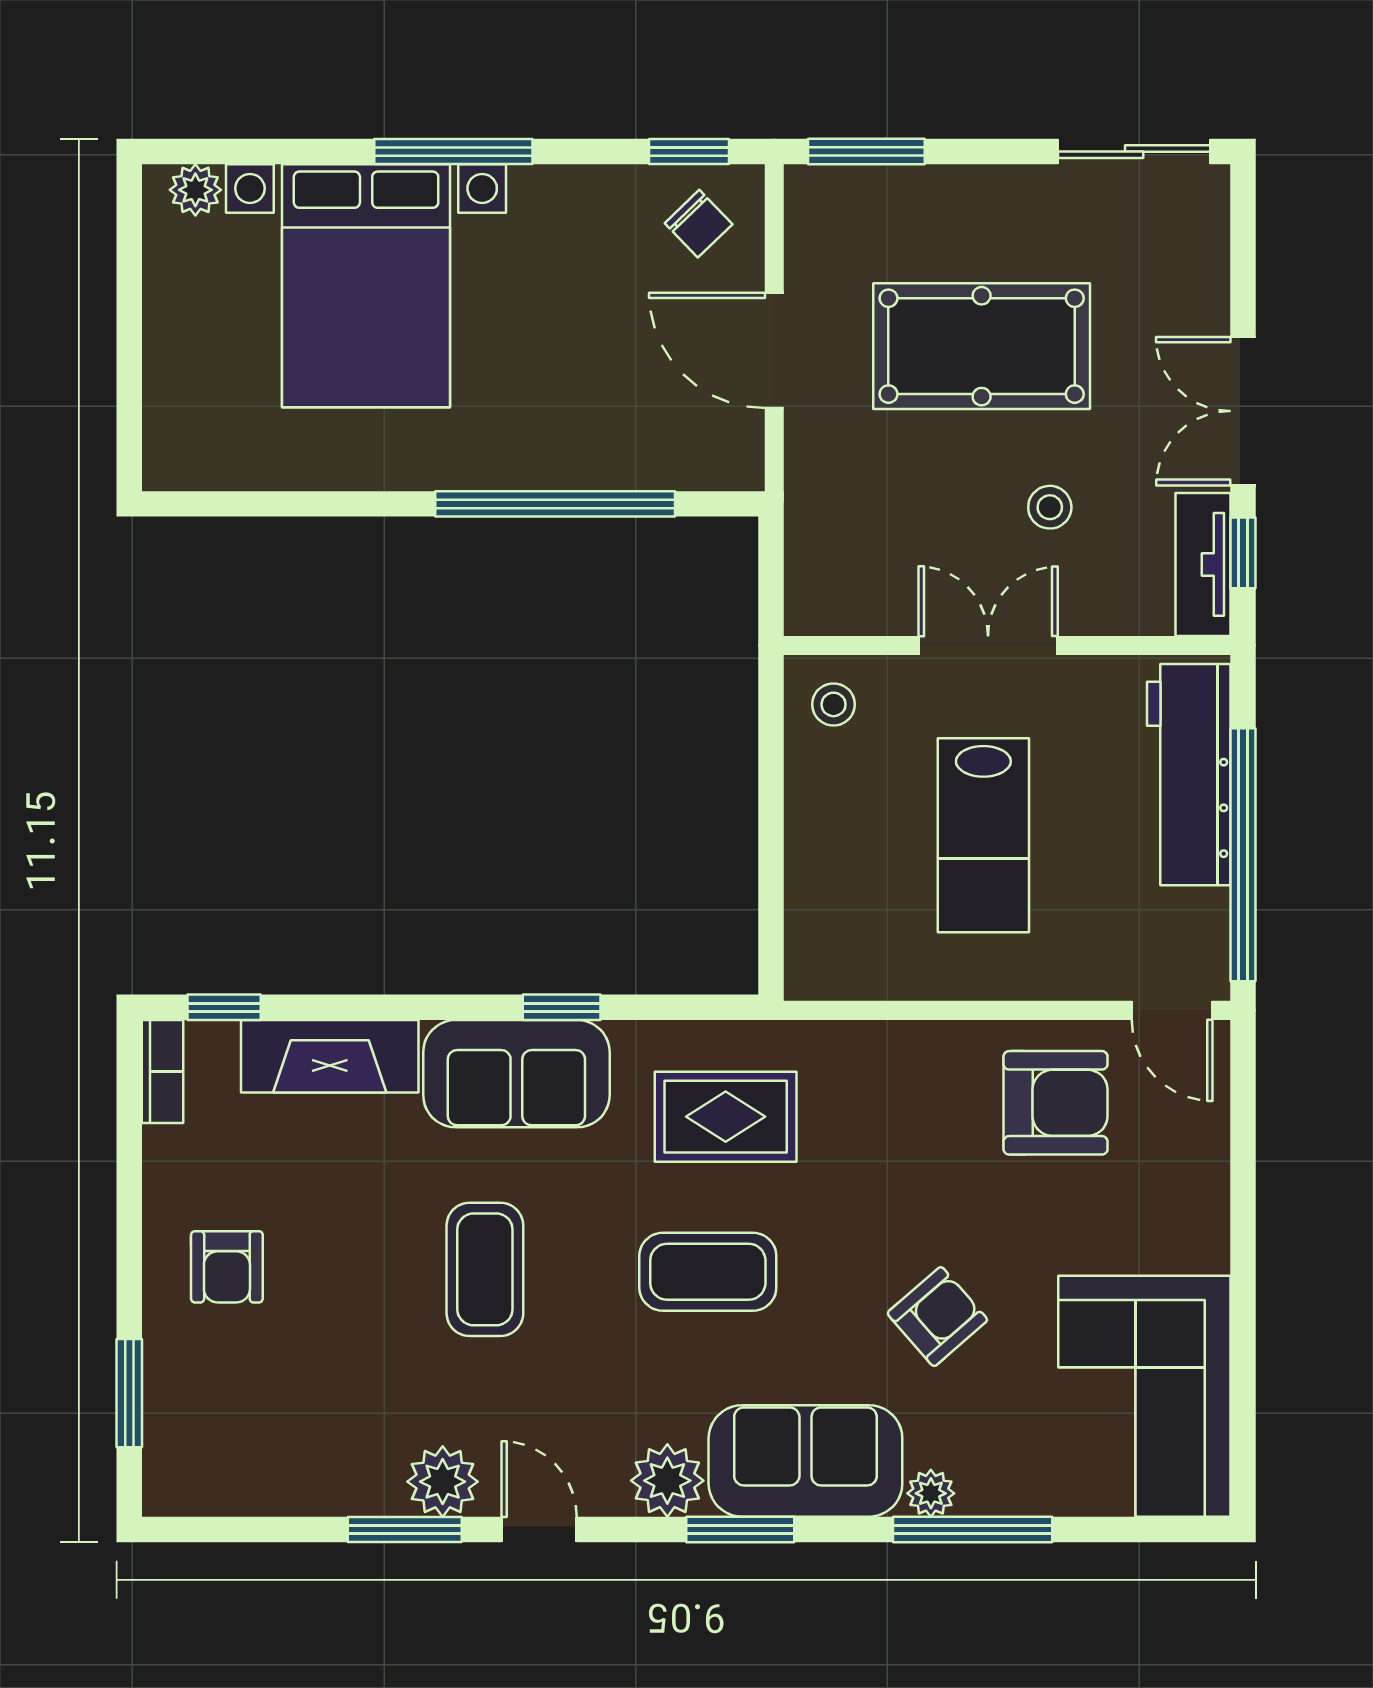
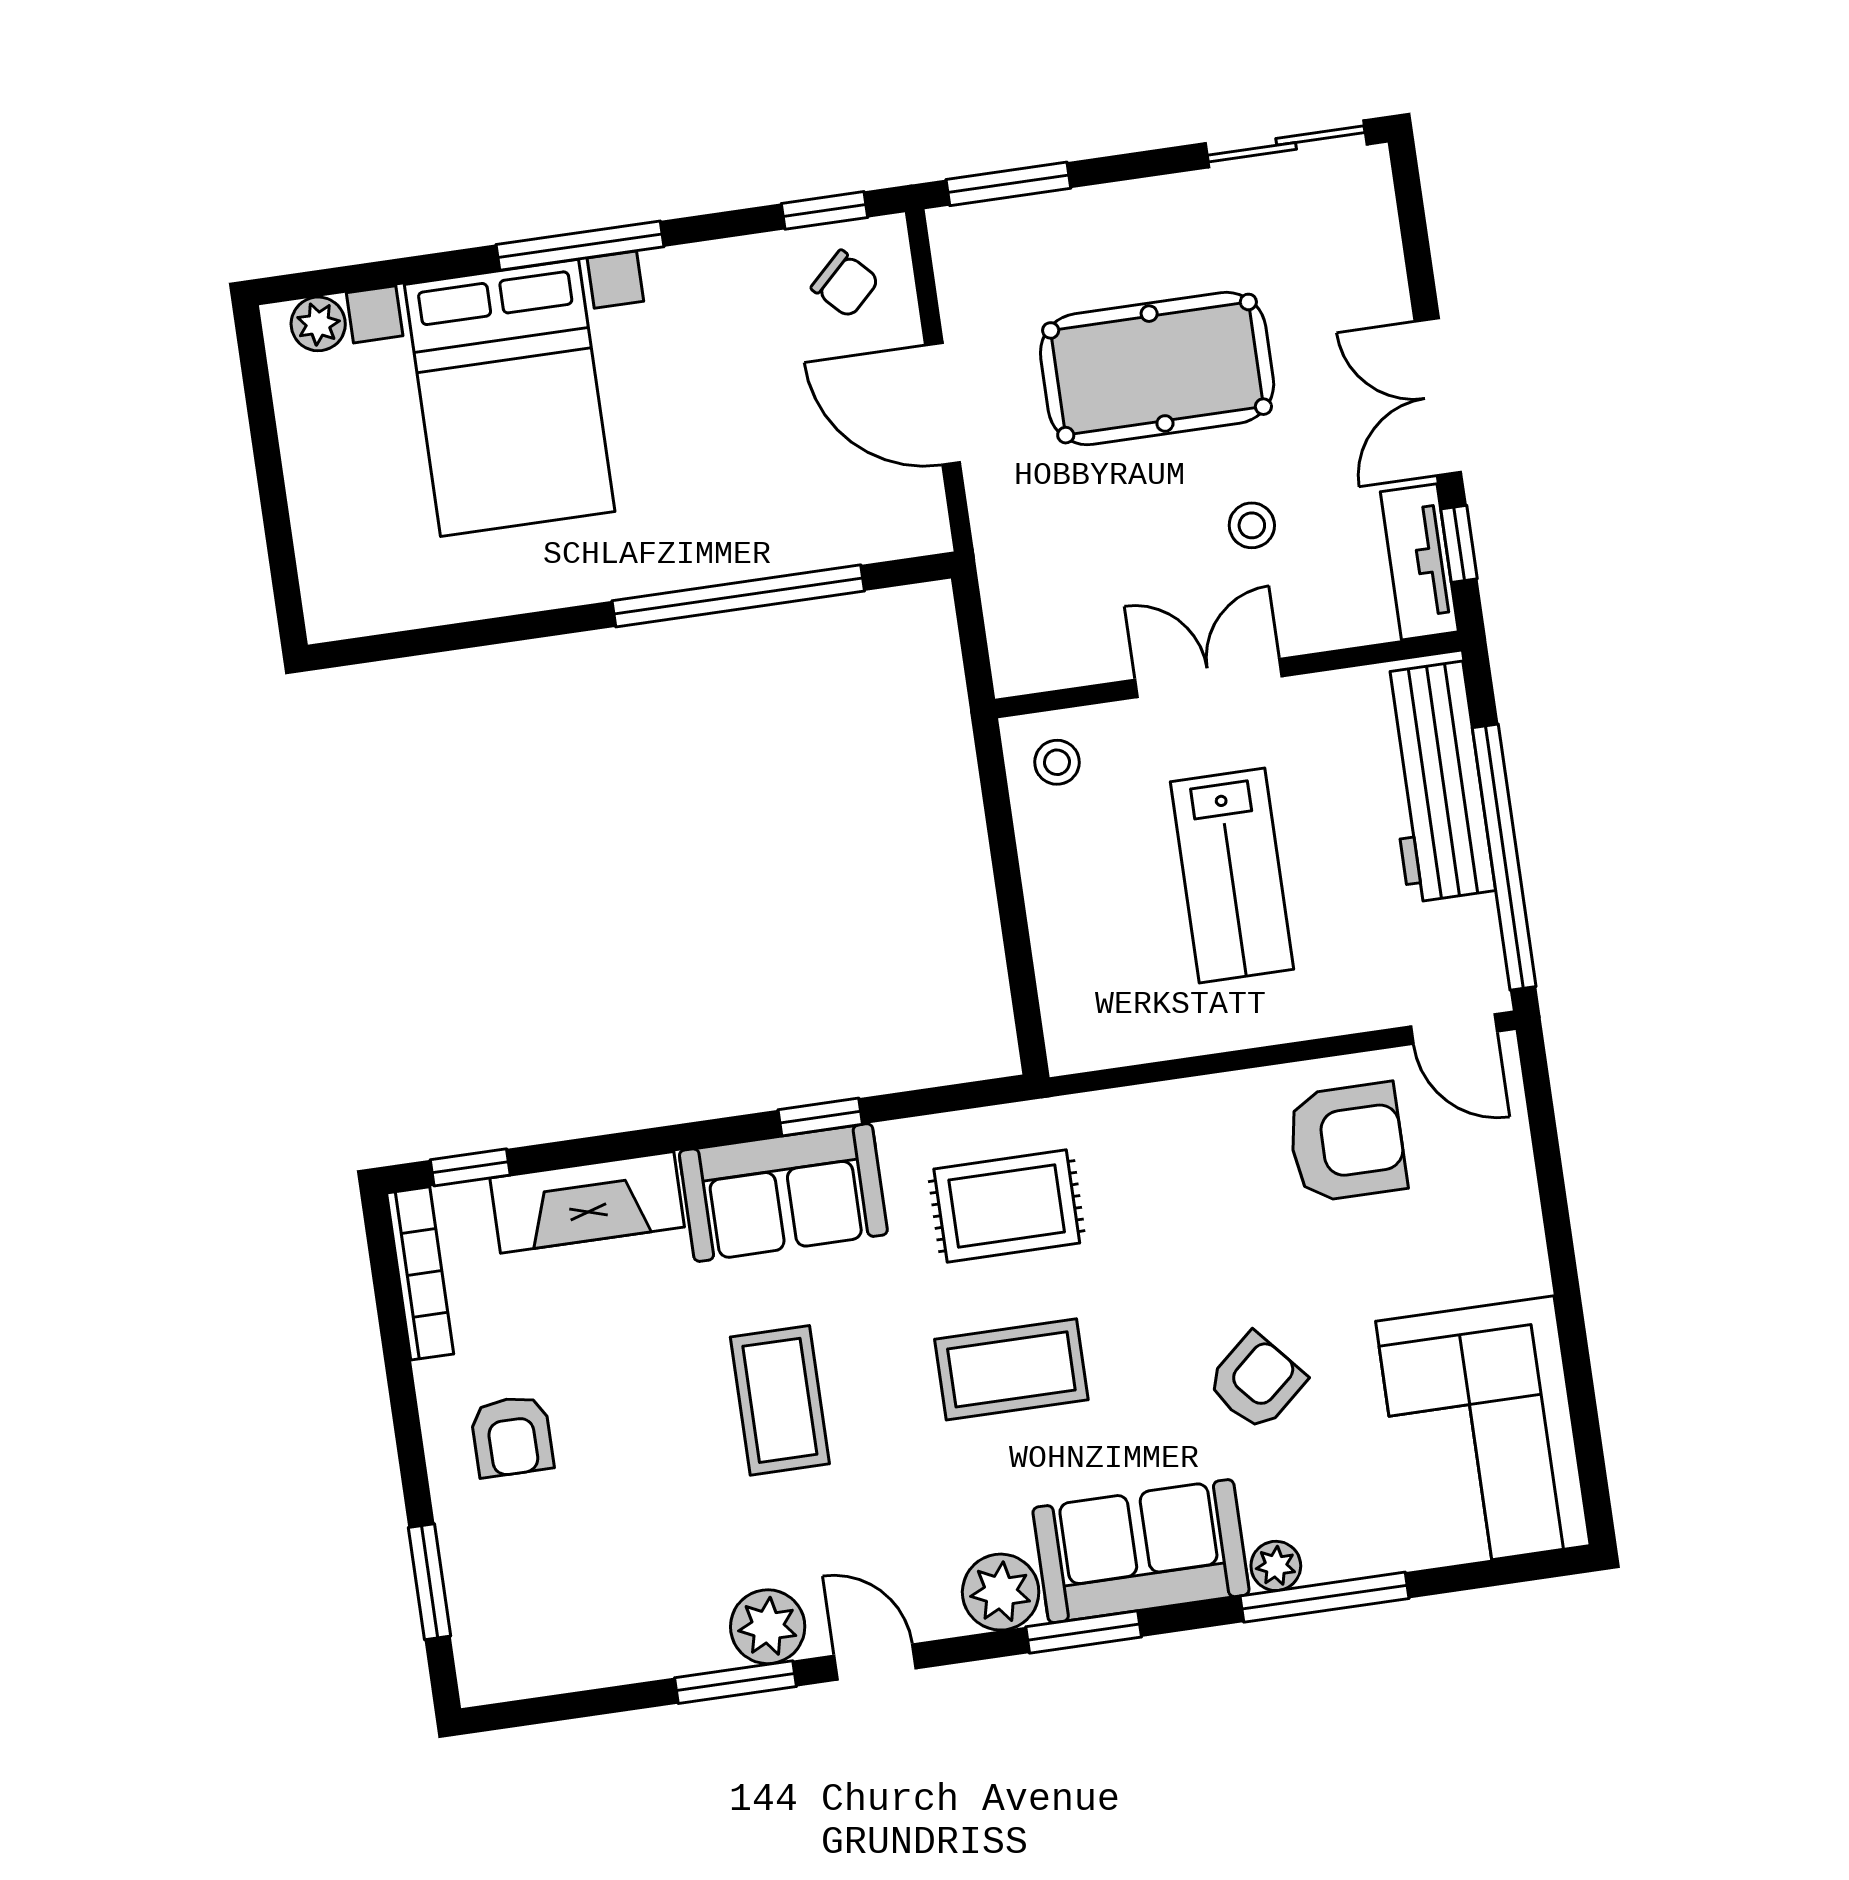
bookcase: (163, 1071) -> (420, 1273), width x1.56

